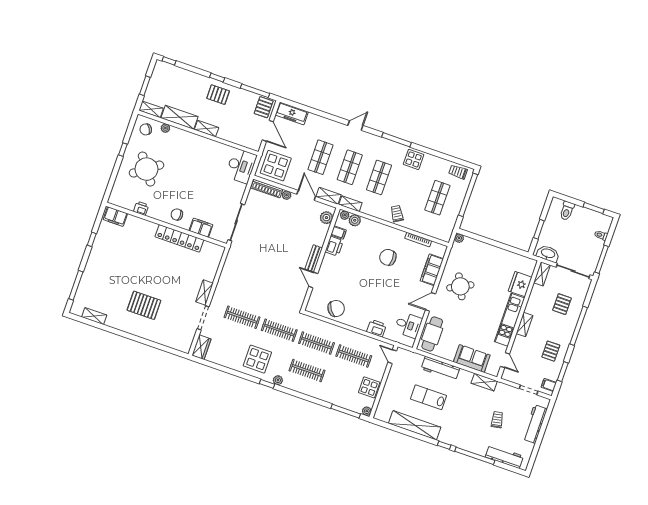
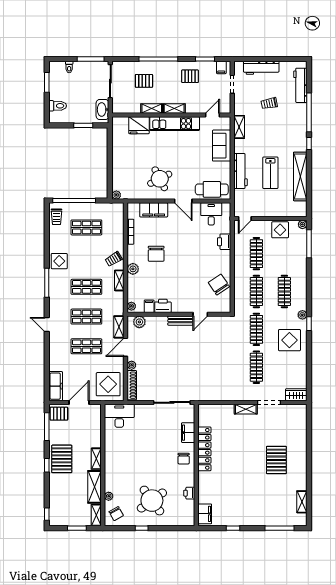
pallet: (218, 95) -> (62, 459), width x1.50, depth x1.42
shelving: (350, 204) -> (119, 280), moved
plant: (355, 220) -> (133, 269), moved
shelving: (542, 274) -> (152, 109), moved

